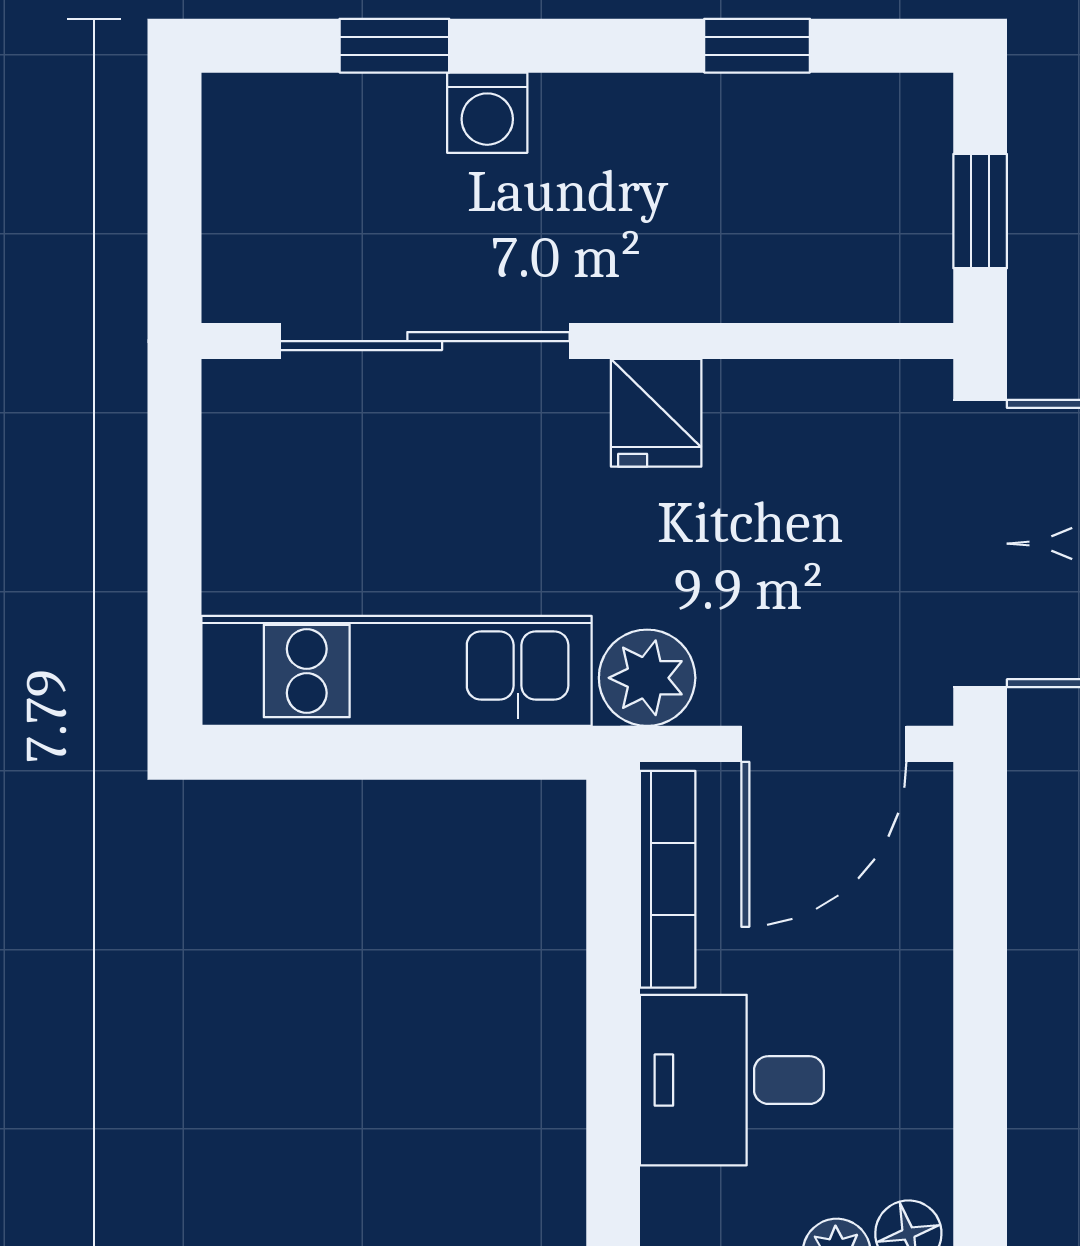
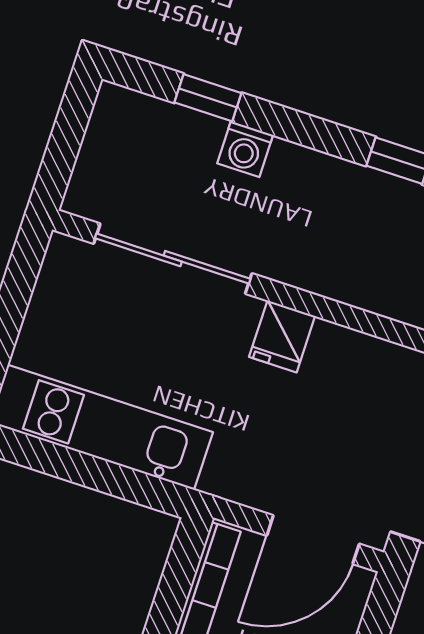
plant: (647, 678) -> (232, 474), removed

